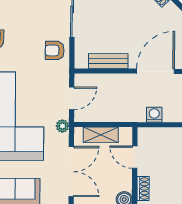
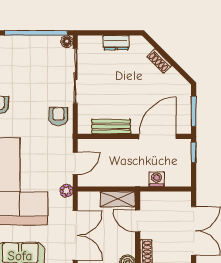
armchair: (55, 50) -> (58, 116), turned 90
shelving: (101, 135) -> (117, 199), moved

